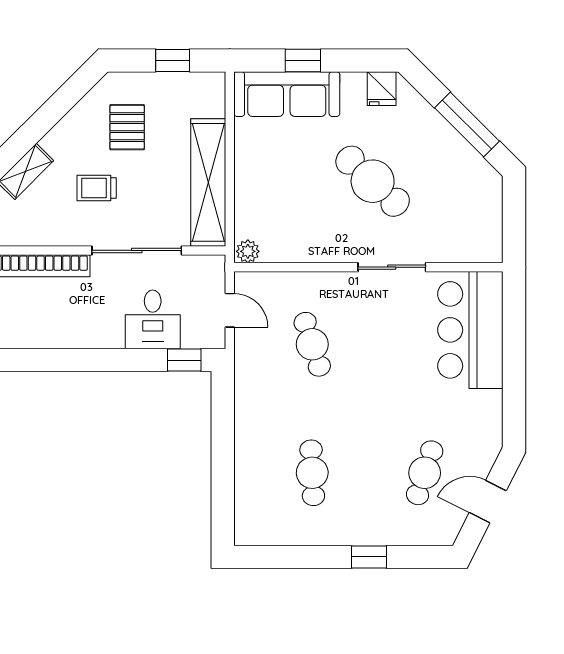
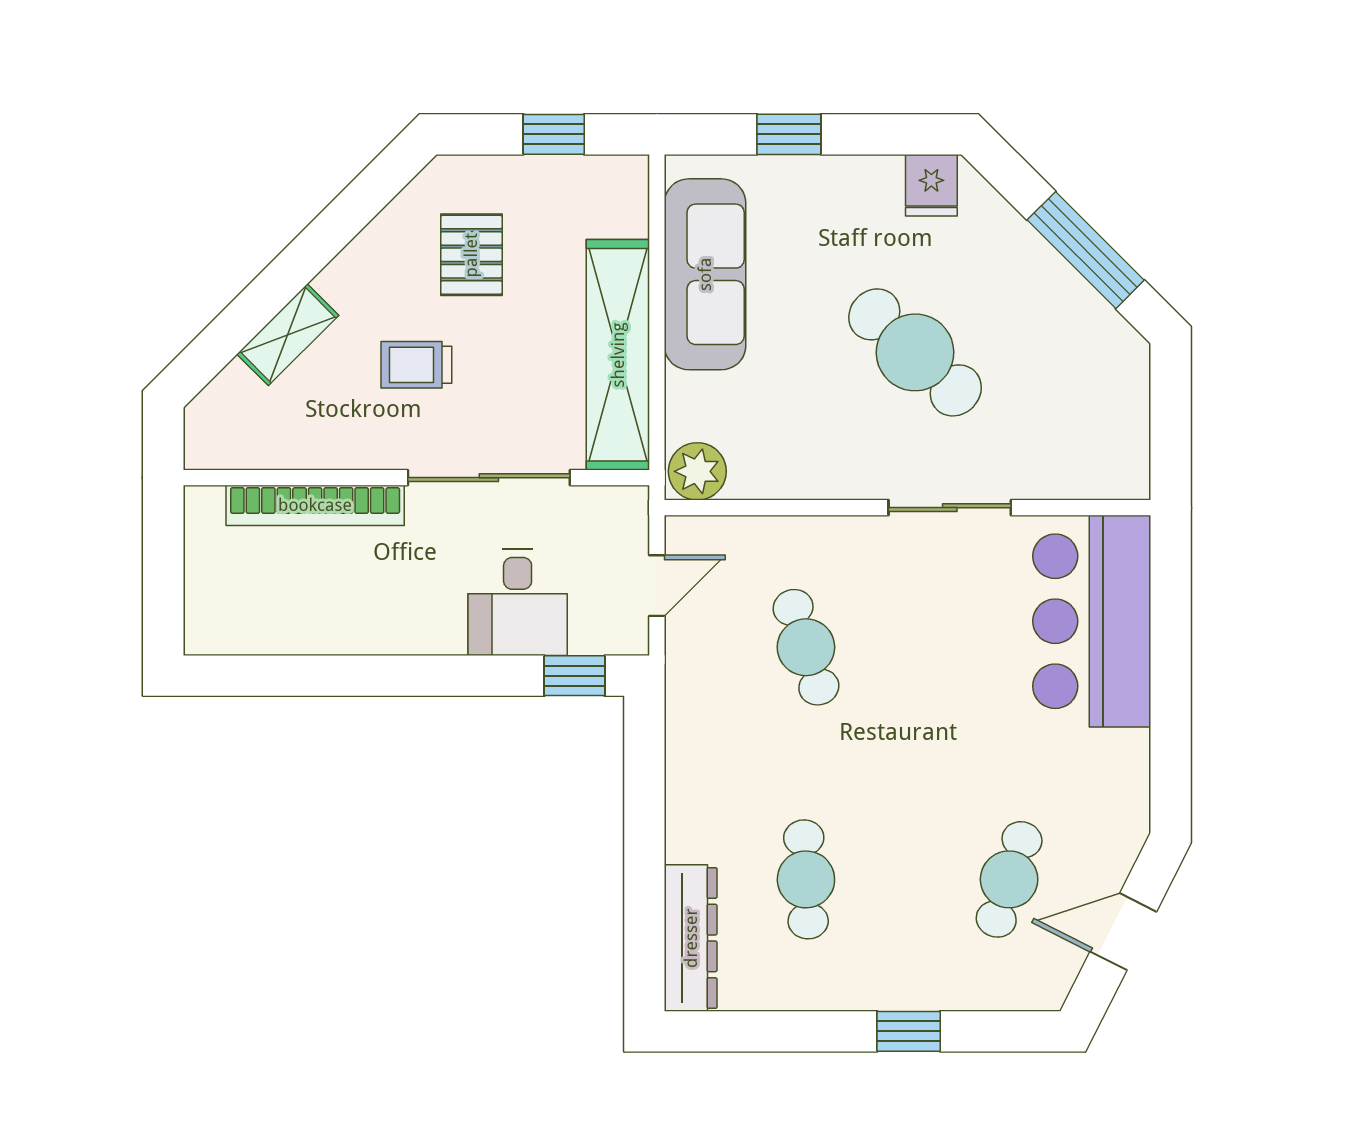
sofa: (287, 94) -> (705, 274), moved, turned -90
plant: (248, 251) -> (697, 471), width x1.38, depth x1.38
door: (230, 310) -> (657, 586), hinge flipped
dresser: (248, 505) -> (691, 938), added

